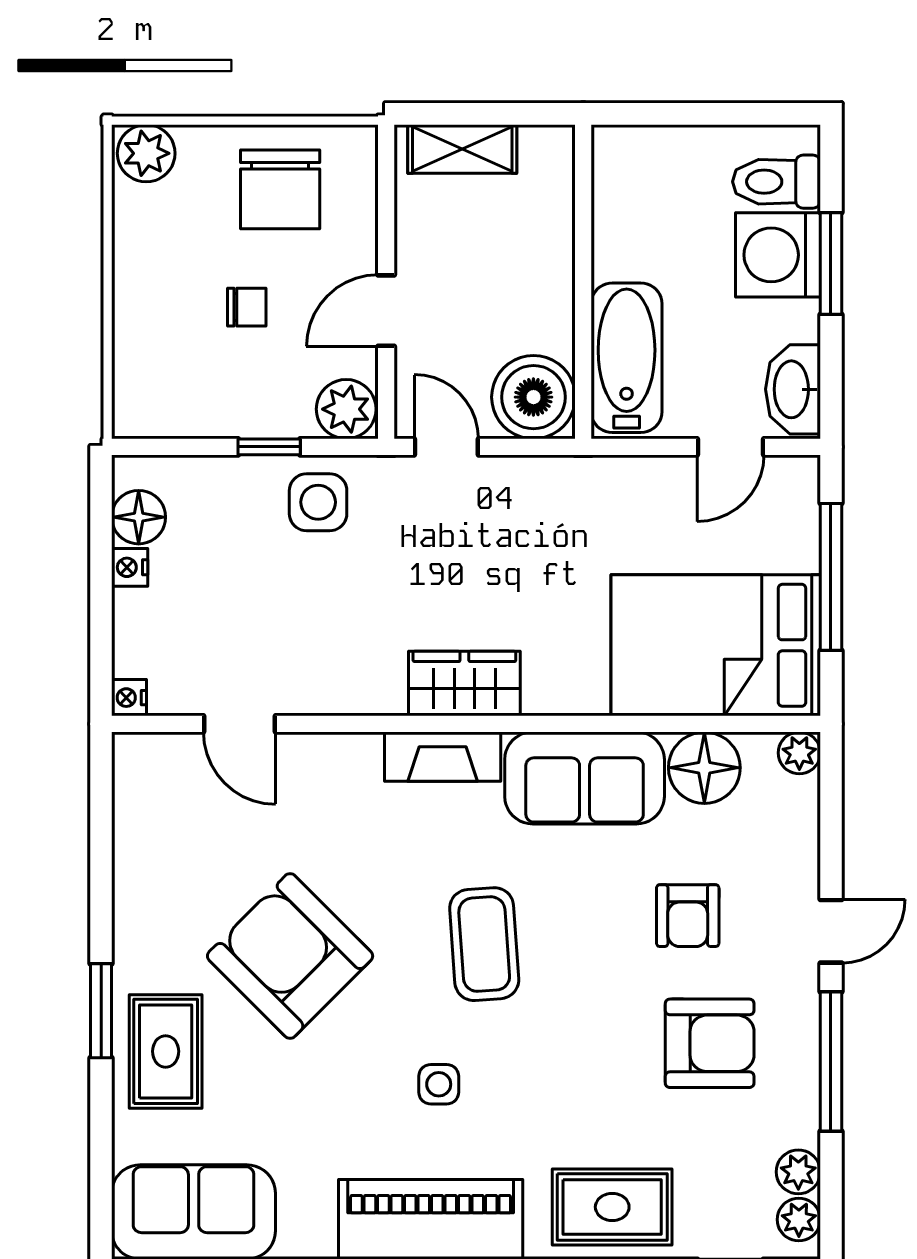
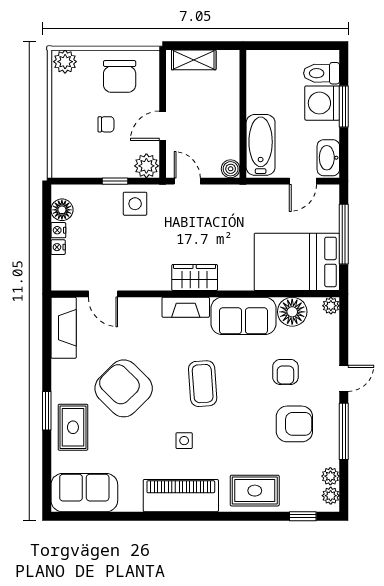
boiler: (533, 397) -> (231, 169), width x0.54, depth x0.54
nightstand: (129, 698) -> (58, 247), moved
fireplace: (143, 807) -> (64, 328), added

